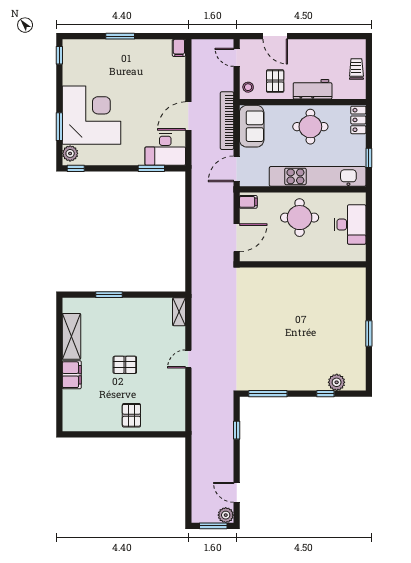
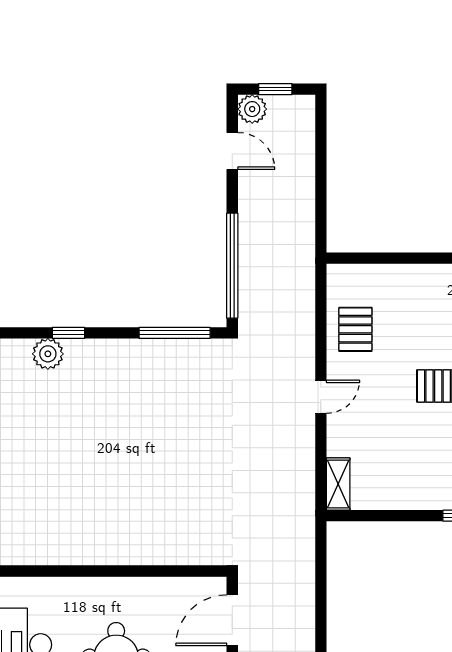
pallet: (131, 415) -> (355, 329), moved
window: (237, 430) -> (232, 266), width x3.17
window: (213, 526) -> (275, 89), width x0.67

